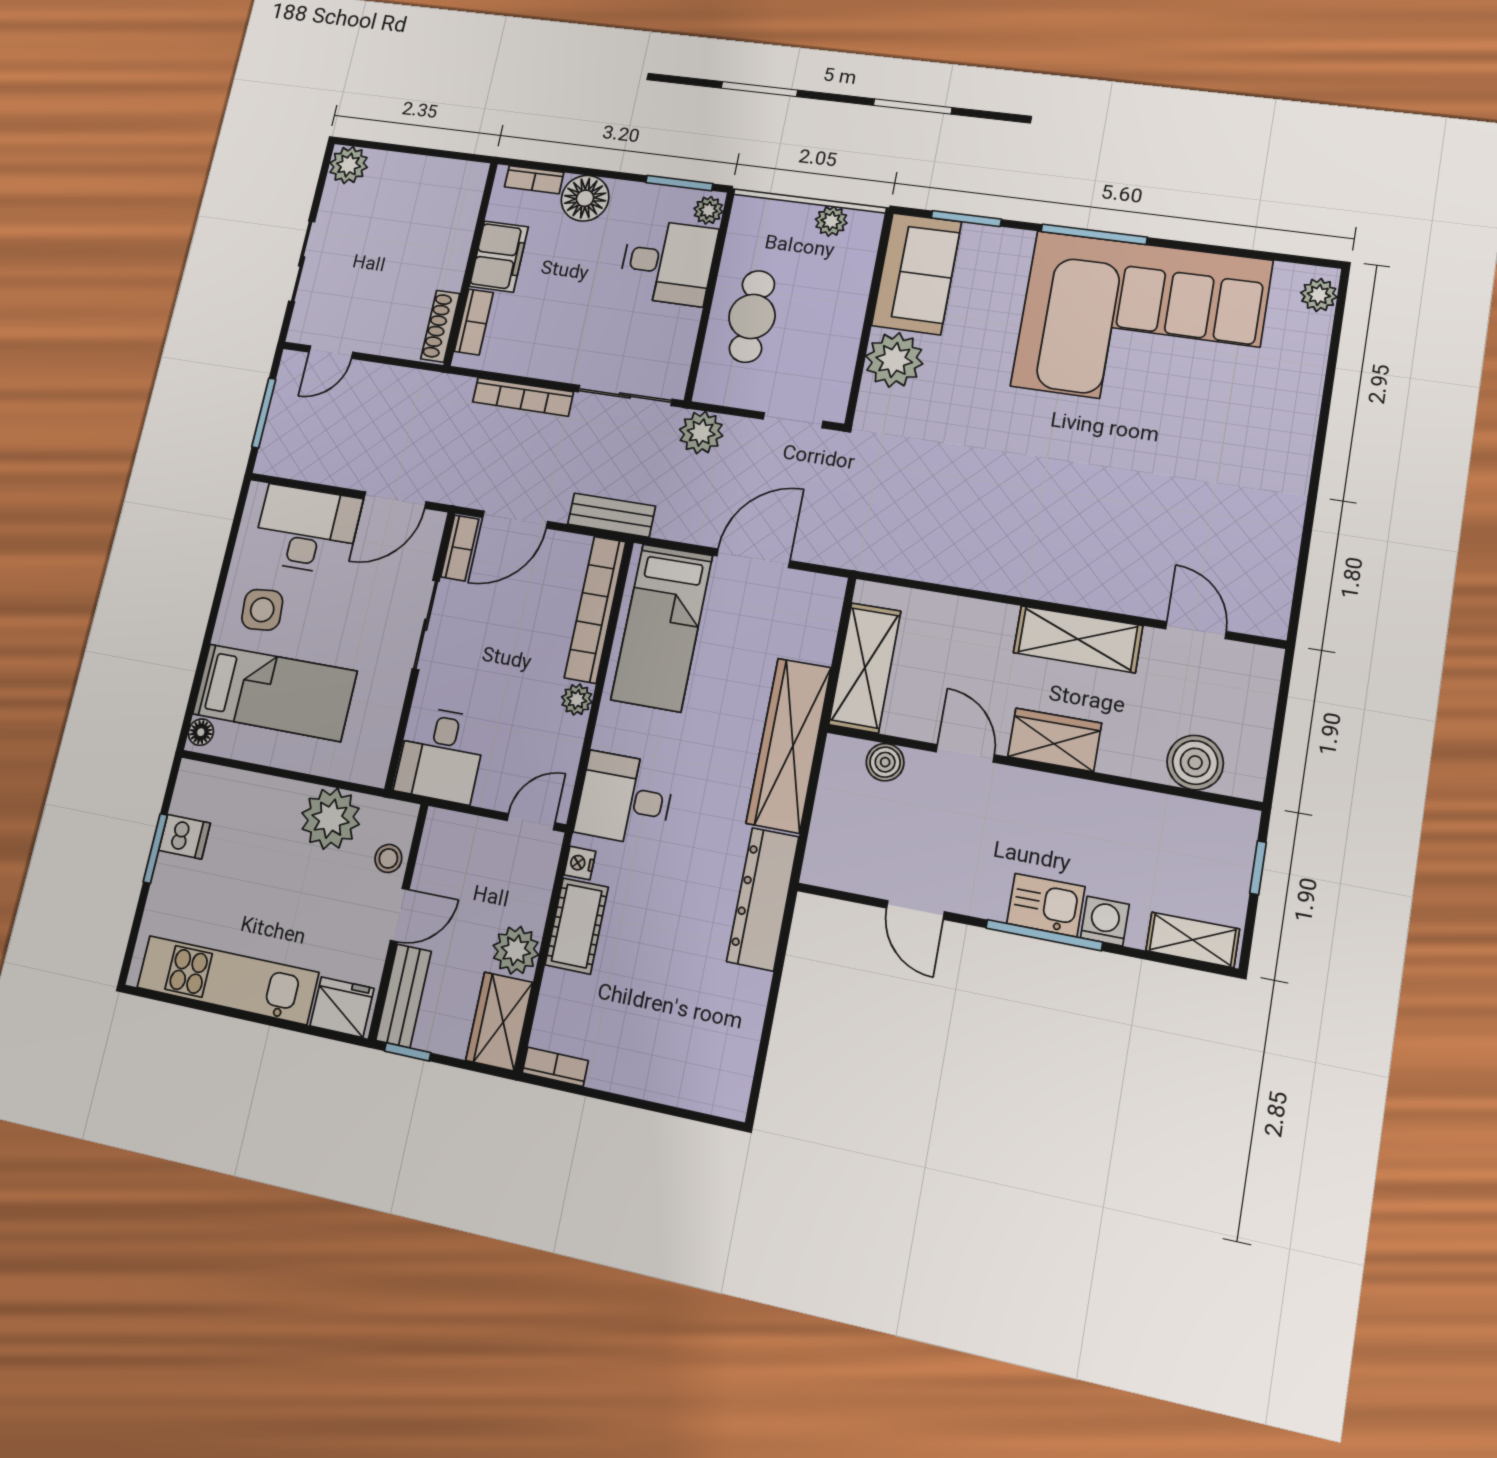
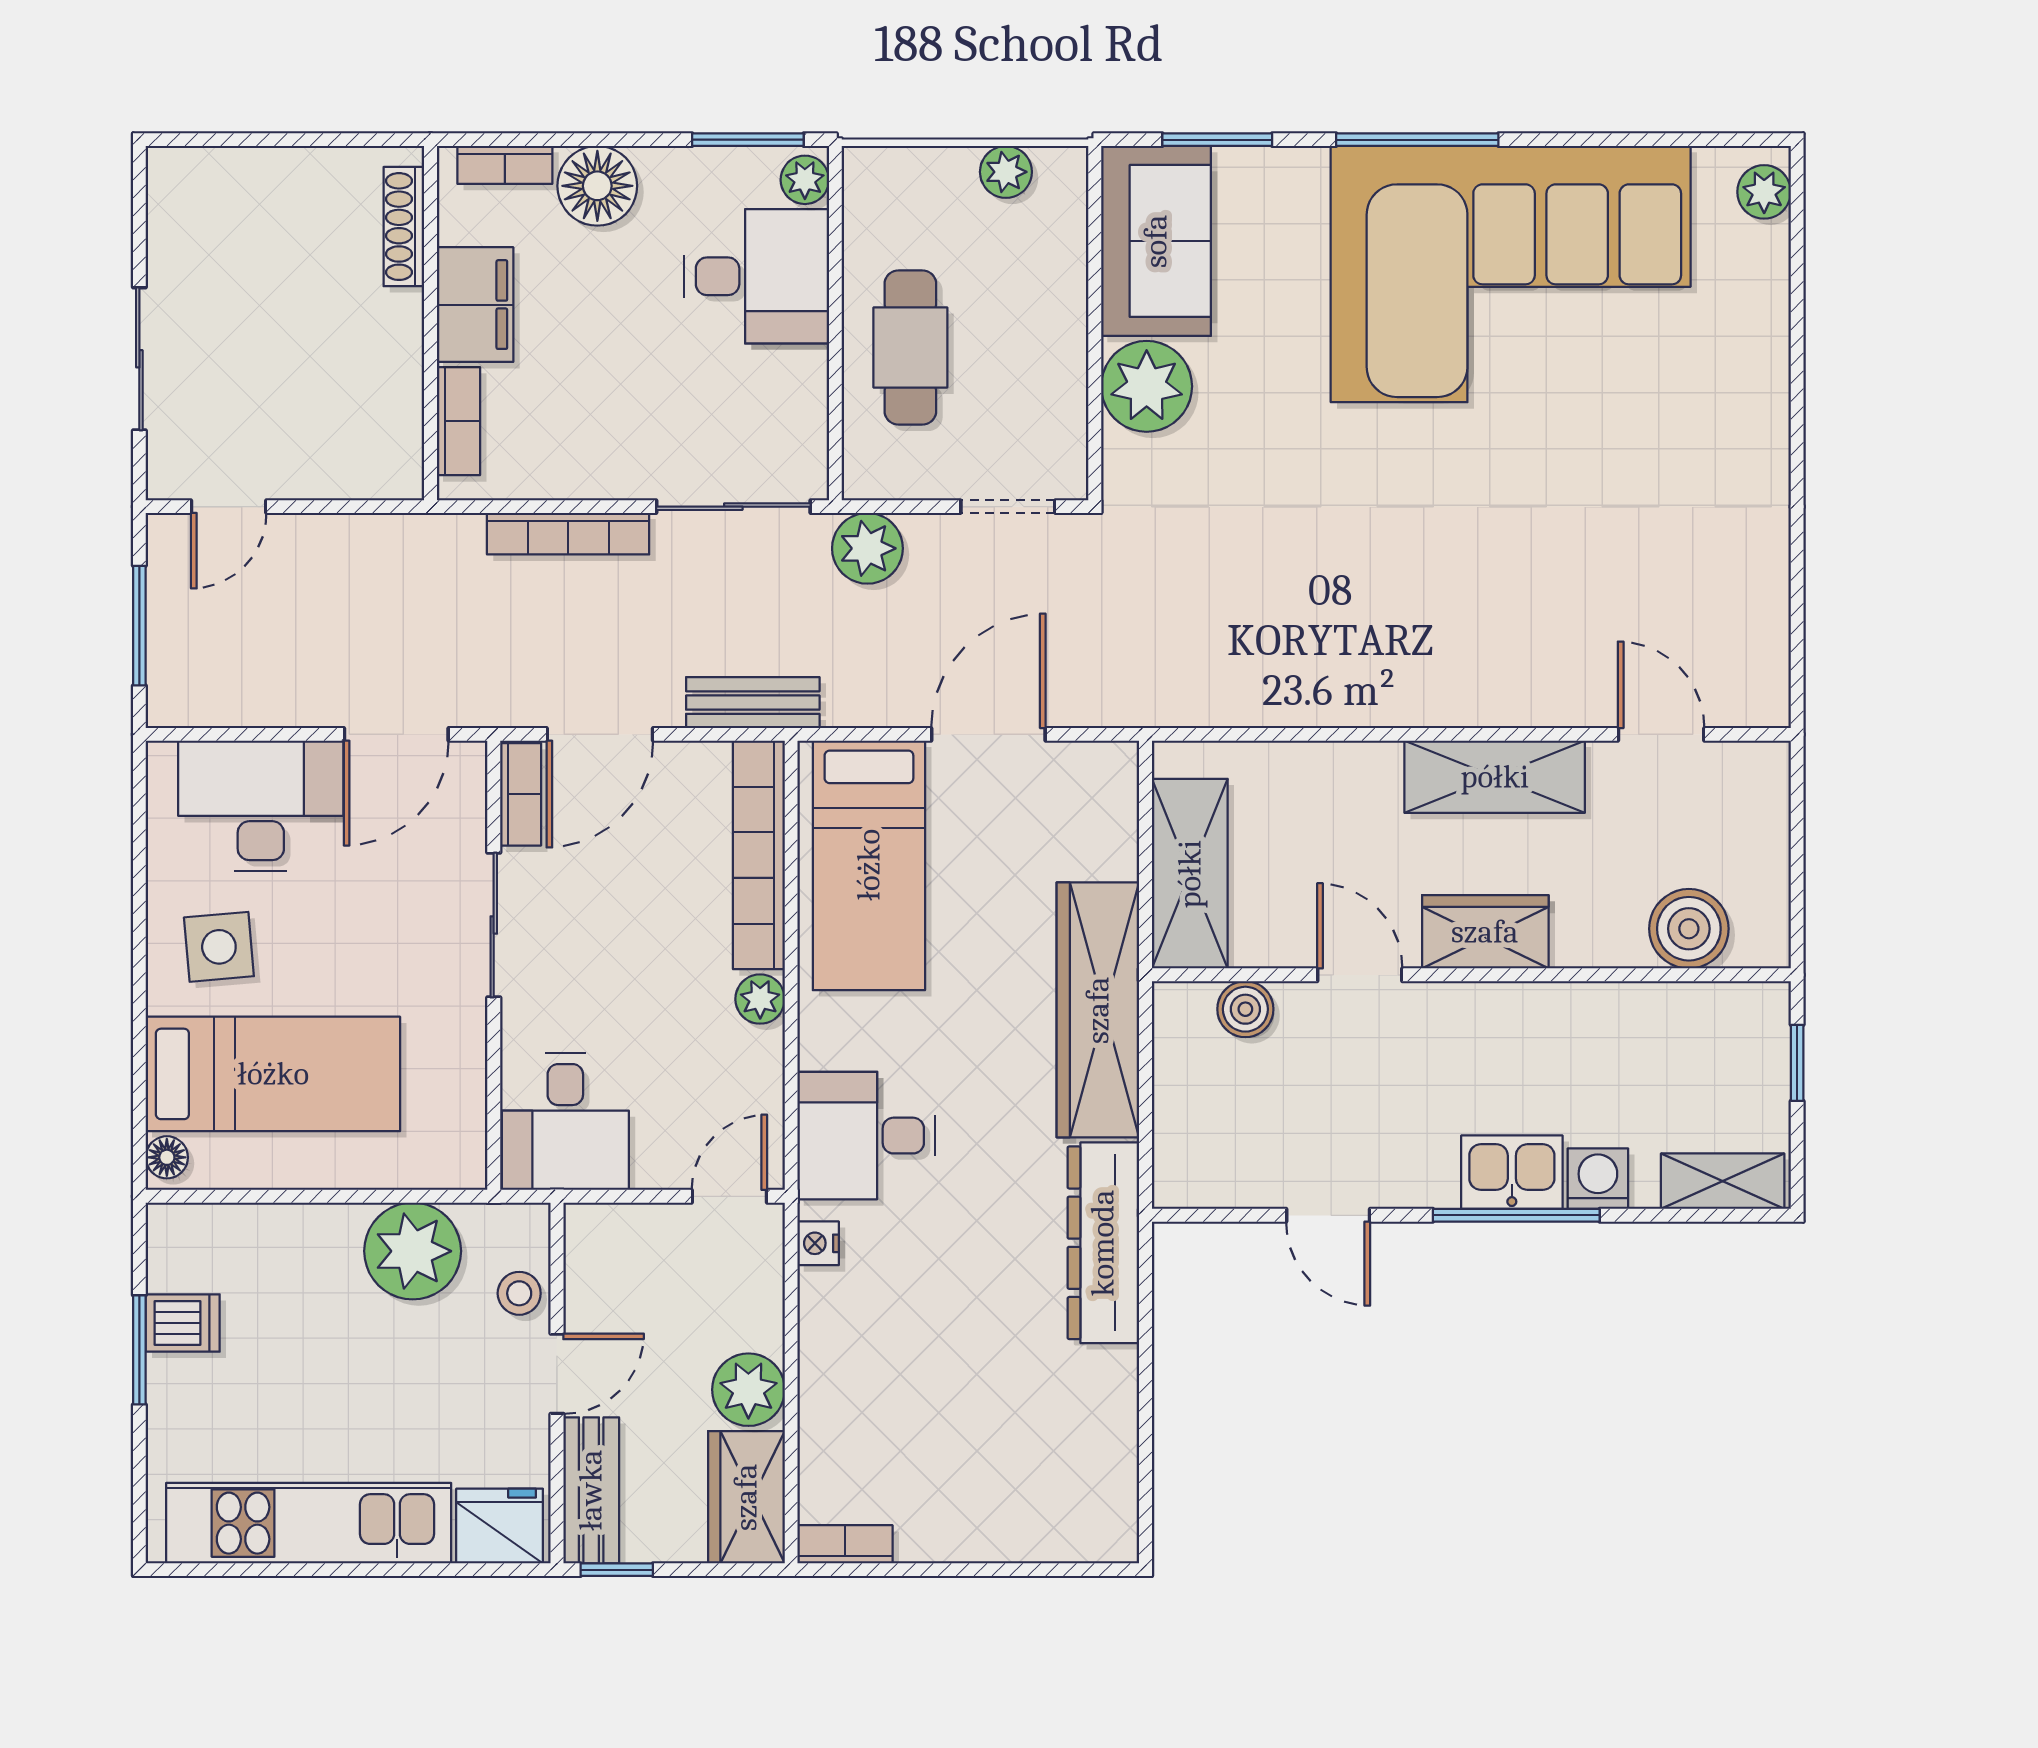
plant: (349, 165) -> (180, 180), removed
shoe rack: (440, 326) -> (404, 227), moved
cot: (577, 926) -> (833, 1336), removed

